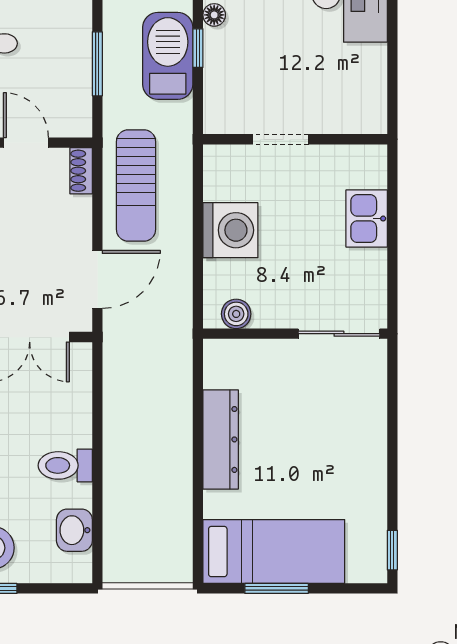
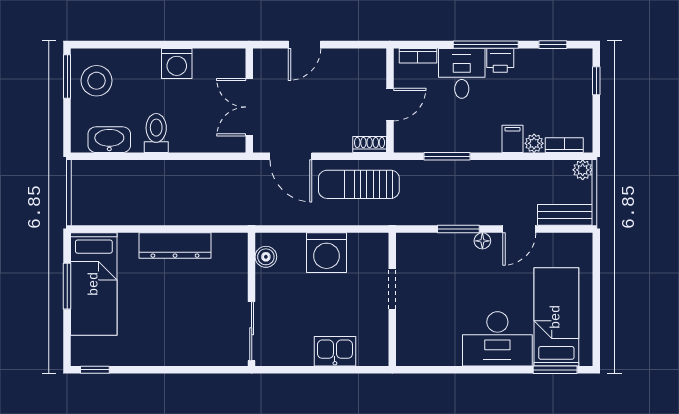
window: (198, 48) -> (458, 229), width x1.50
barbecue: (168, 56) -> (453, 207), removed
washbasin: (74, 530) -> (109, 140), width x1.38

